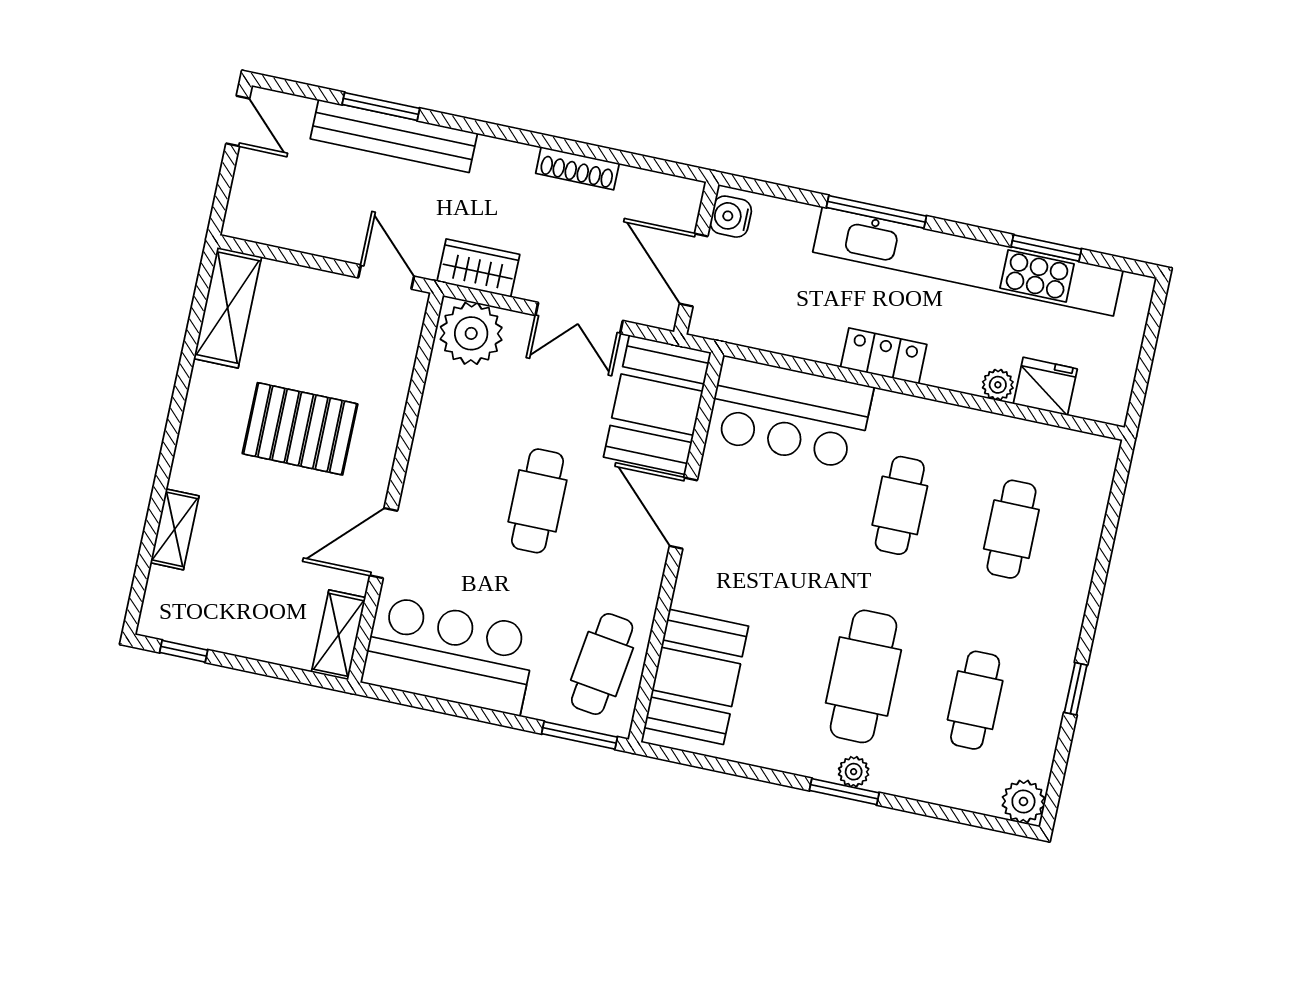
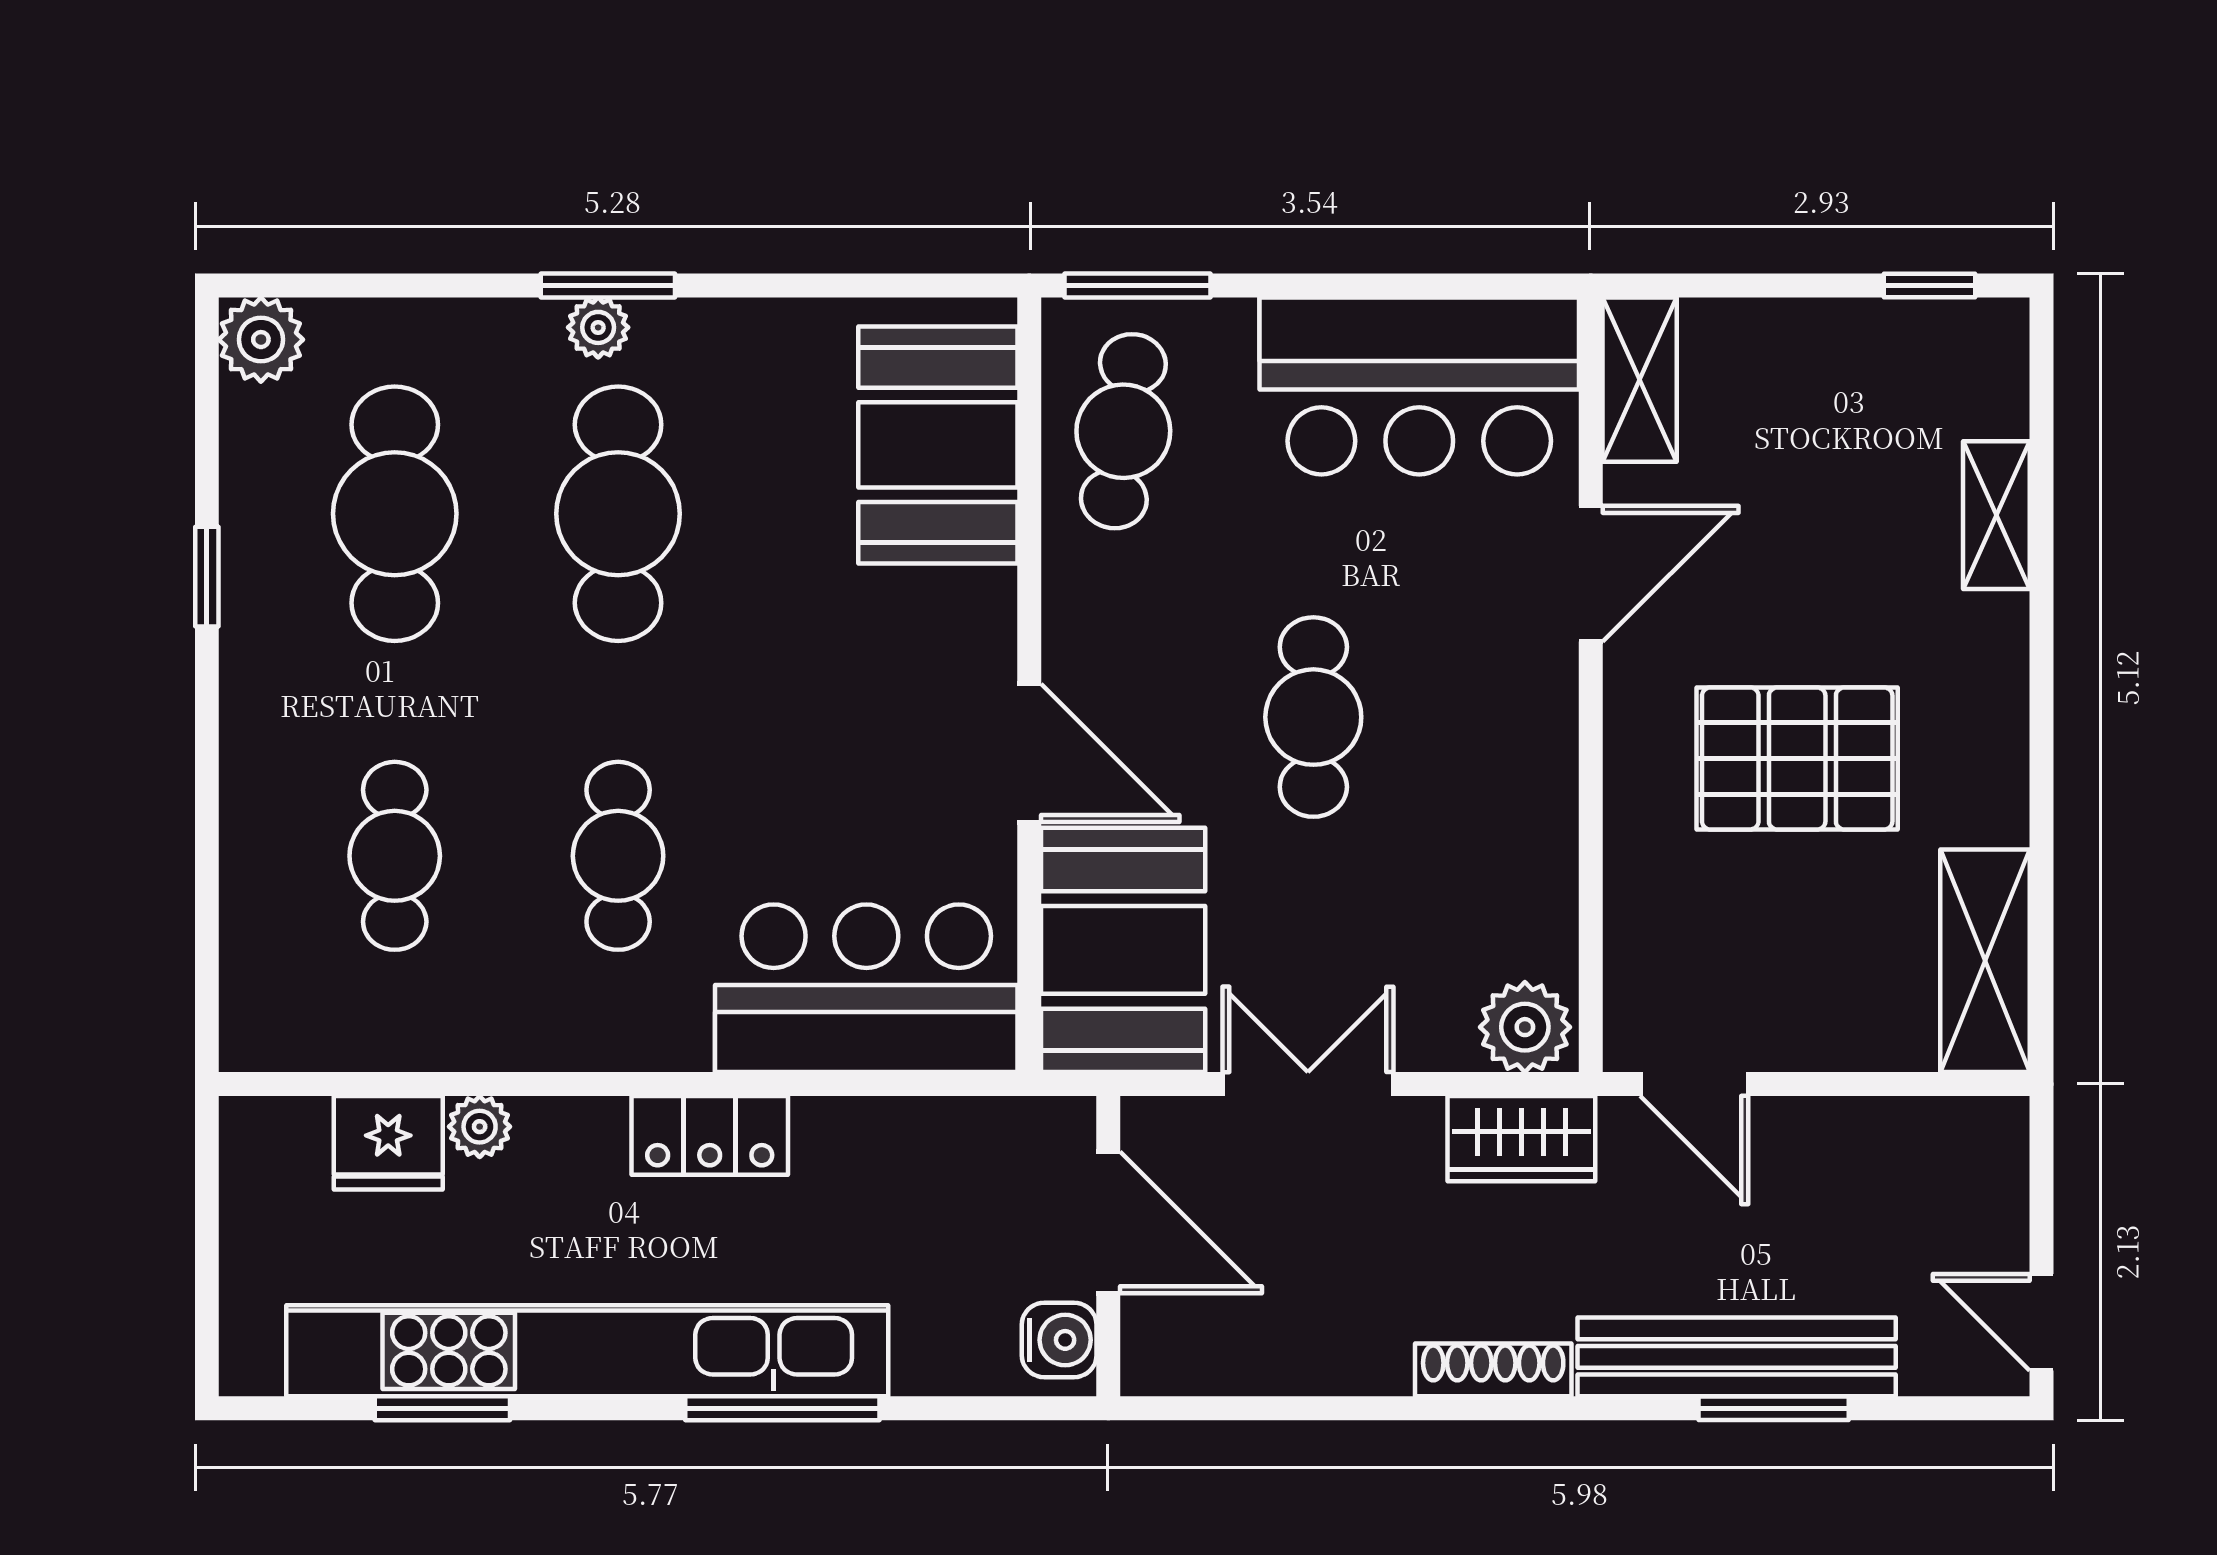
shoe rack: (577, 168) -> (1493, 1370), moved
plant: (471, 333) -> (1525, 1027), width x0.73, depth x0.73
cafe table: (975, 700) -> (395, 514), width x1.37, depth x1.35

